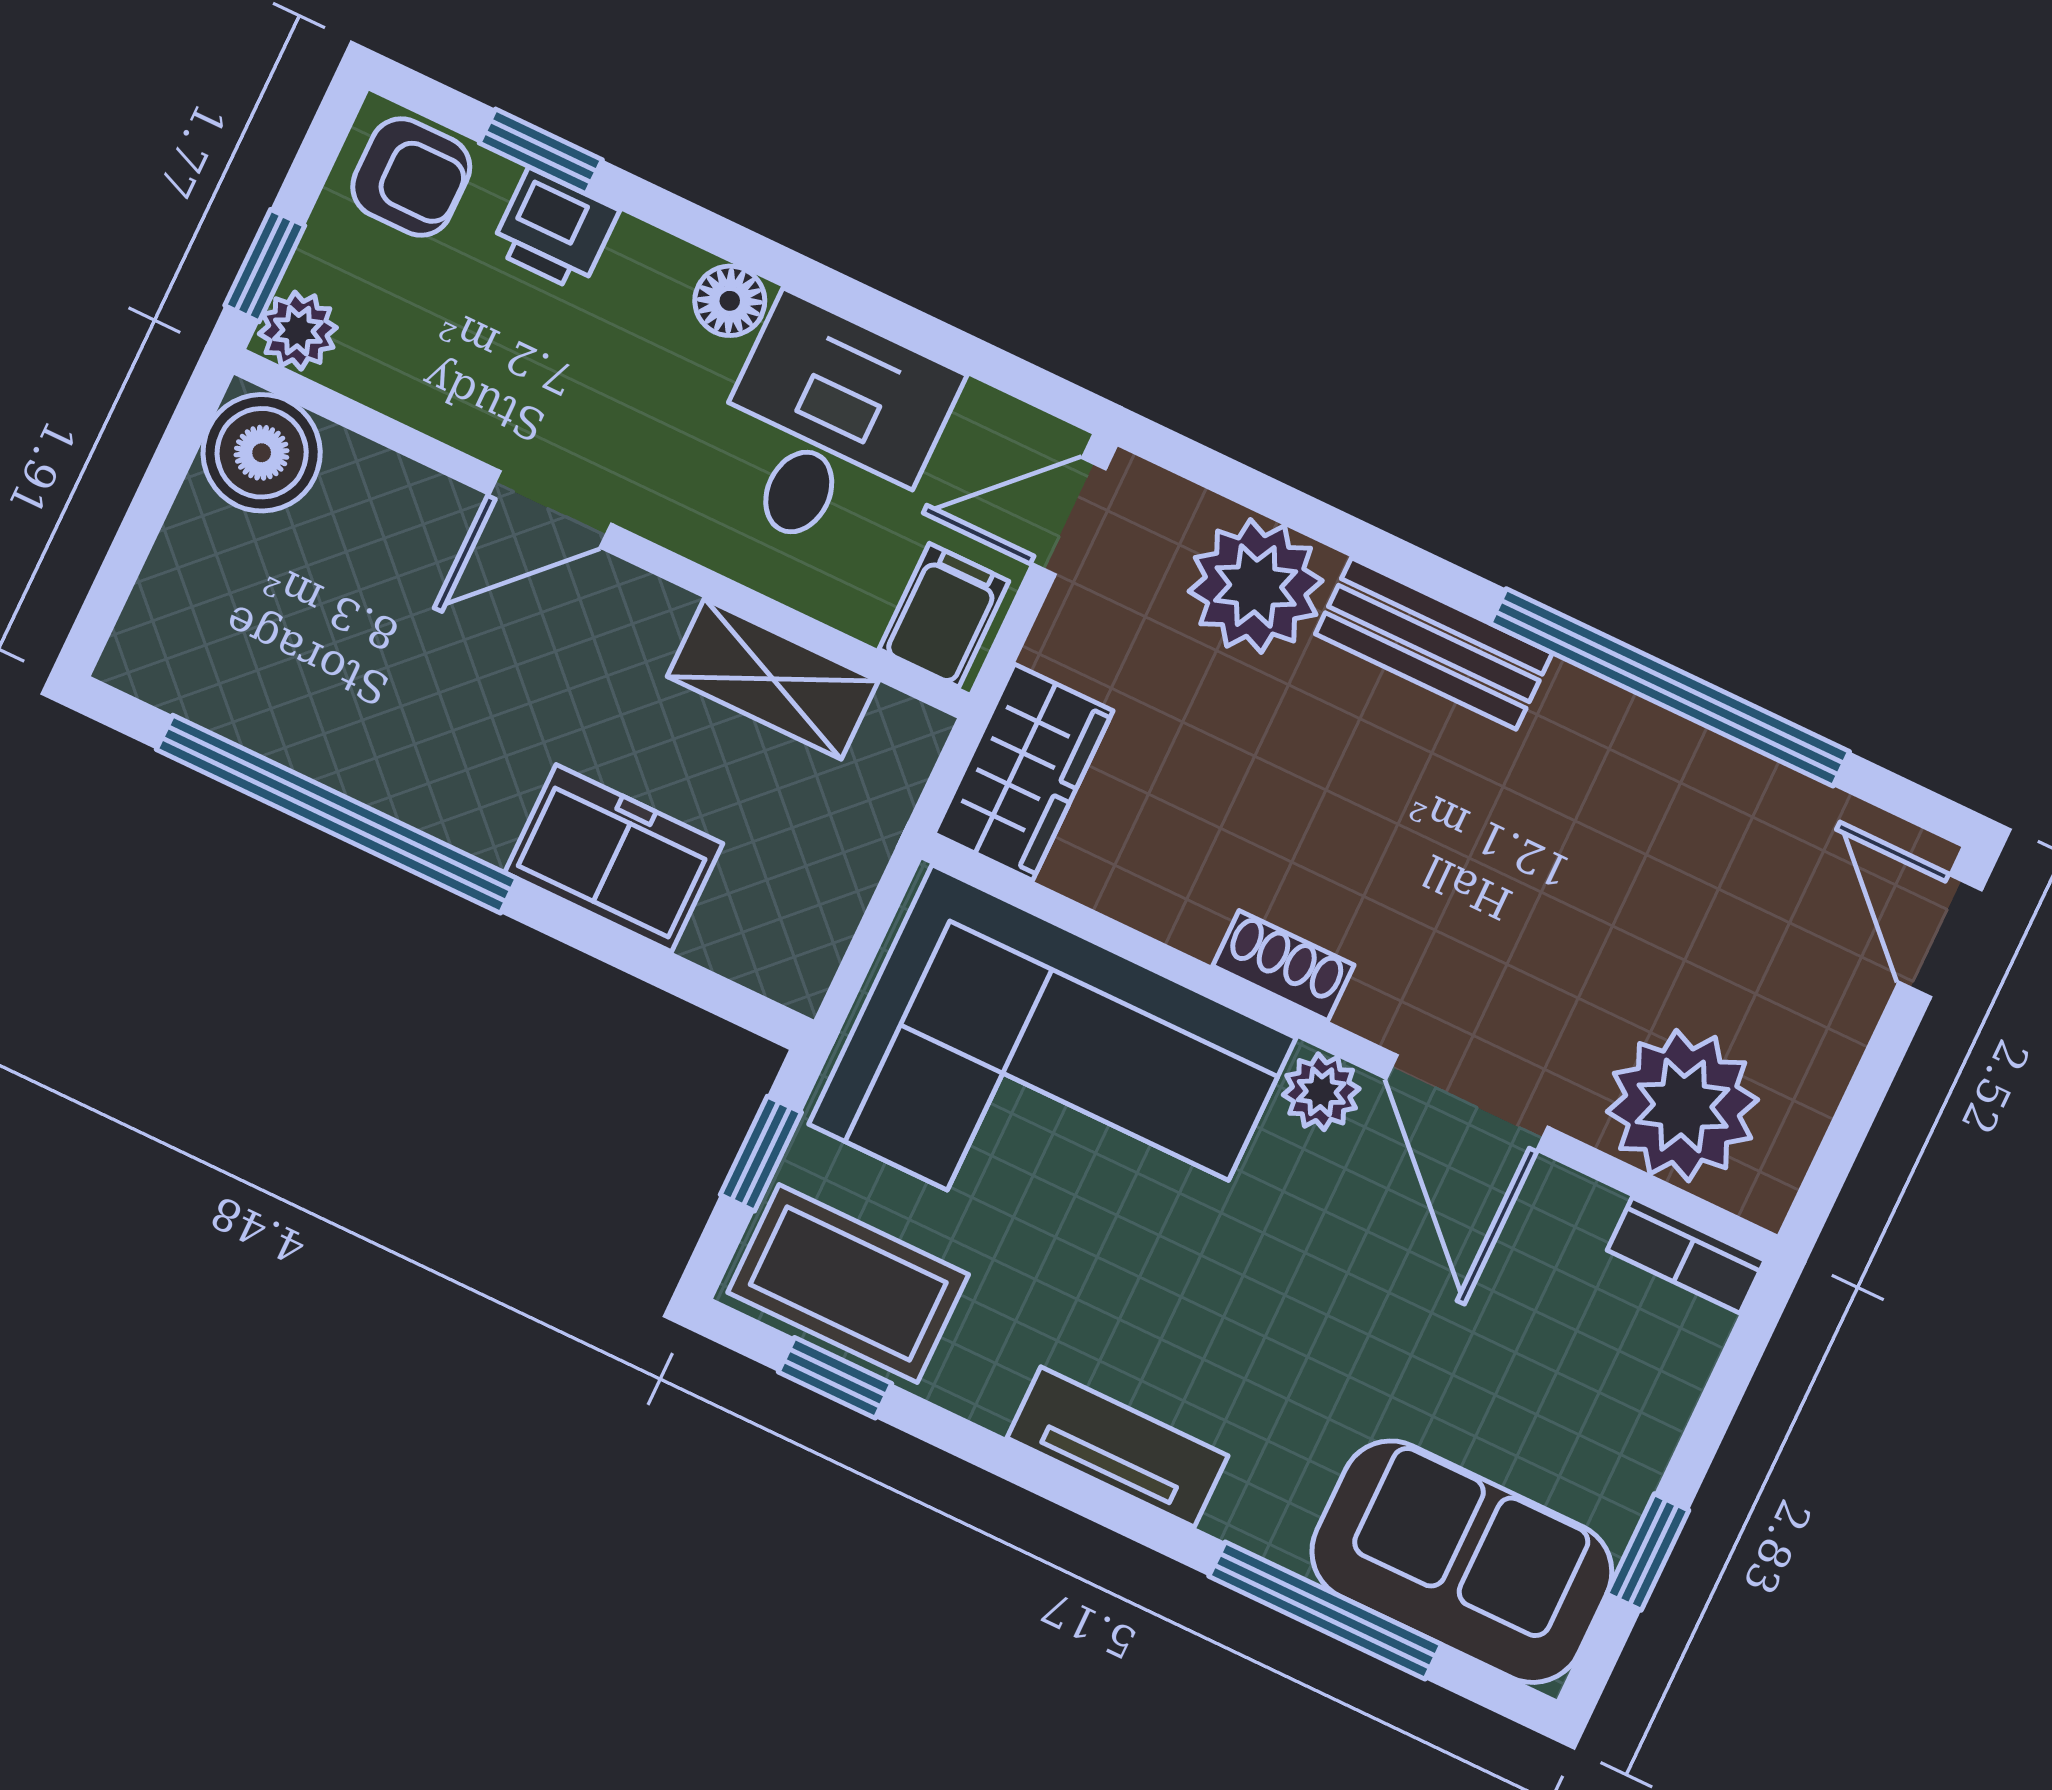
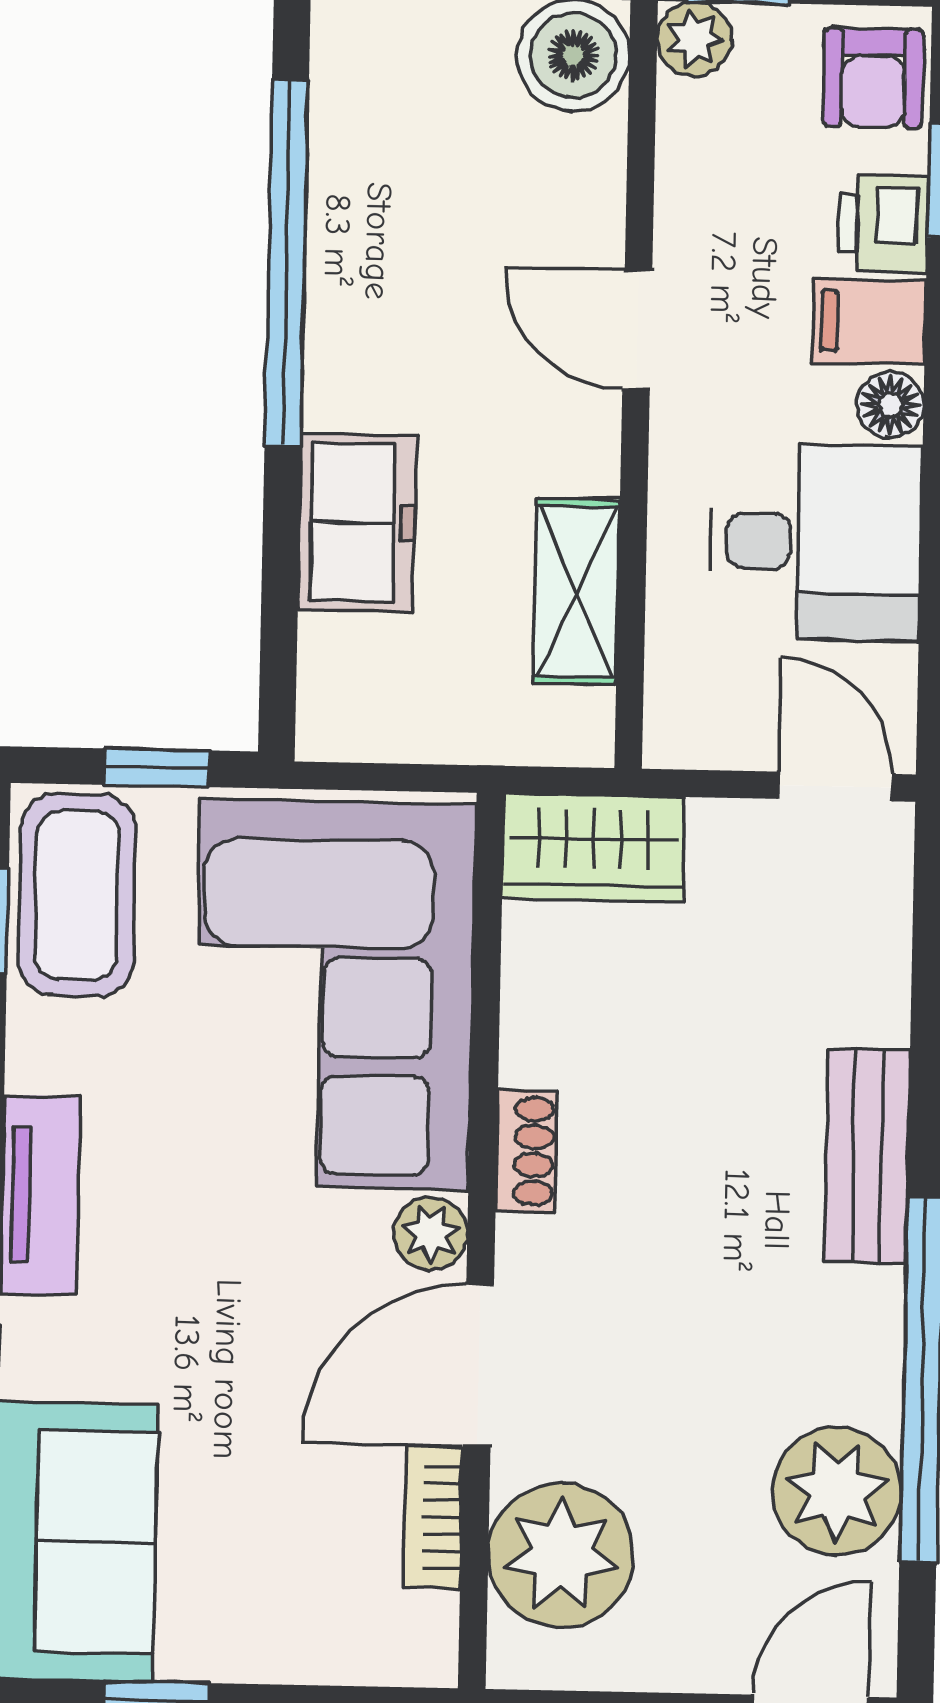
plant: (1256, 586) -> (837, 1491), moved
filing cabinet: (944, 615) -> (869, 322), moved, turned 180
bookcase: (1686, 1255) -> (433, 1518), moved

